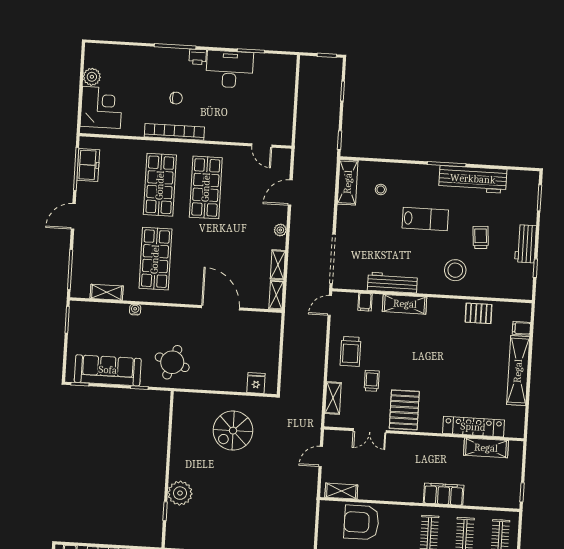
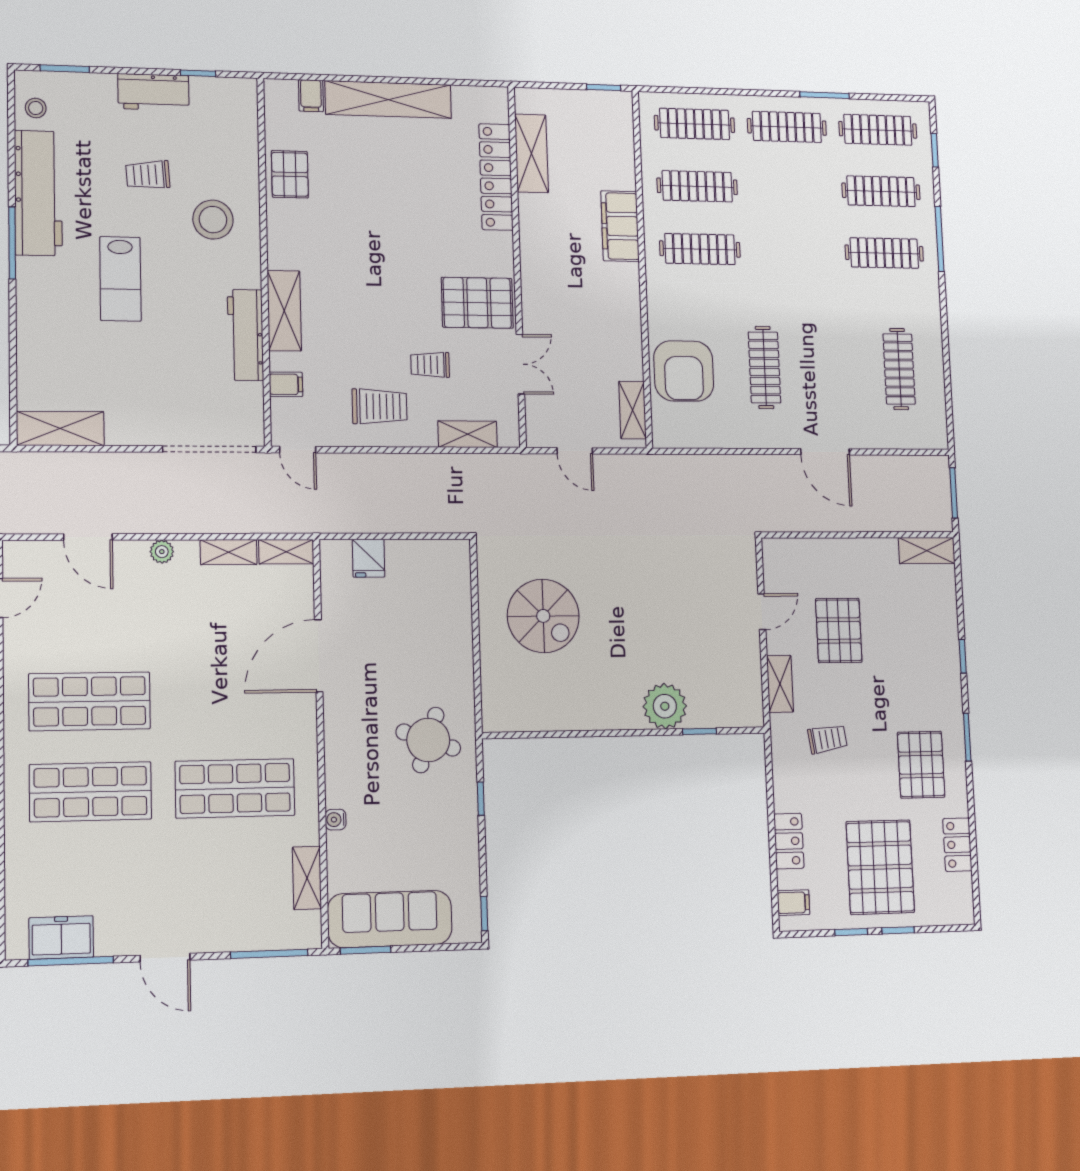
stool: (381, 190) -> (36, 108), moved
lab bench: (425, 219) -> (120, 279), turned 180
sofa: (108, 370) -> (390, 919), moved, turned 90
fridge: (256, 383) -> (368, 558), moved, turned -90

